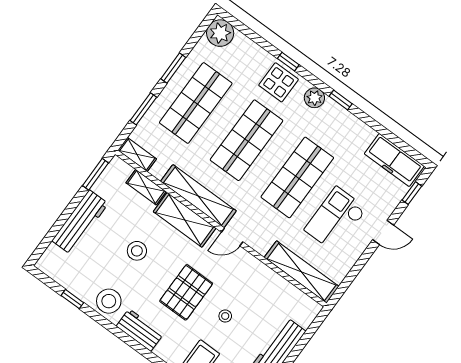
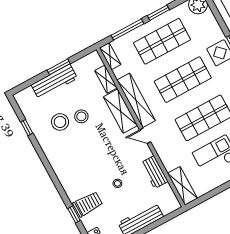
window: (143, 109) -> (127, 29), width x1.44
window: (96, 174) -> (59, 67), moved
shelving: (302, 272) -> (182, 186), width x0.68
pallet: (186, 292) -> (100, 157), removed
stool: (109, 301) -> (60, 122), moved
workbench: (140, 330) -> (154, 172), moved, turned 180

